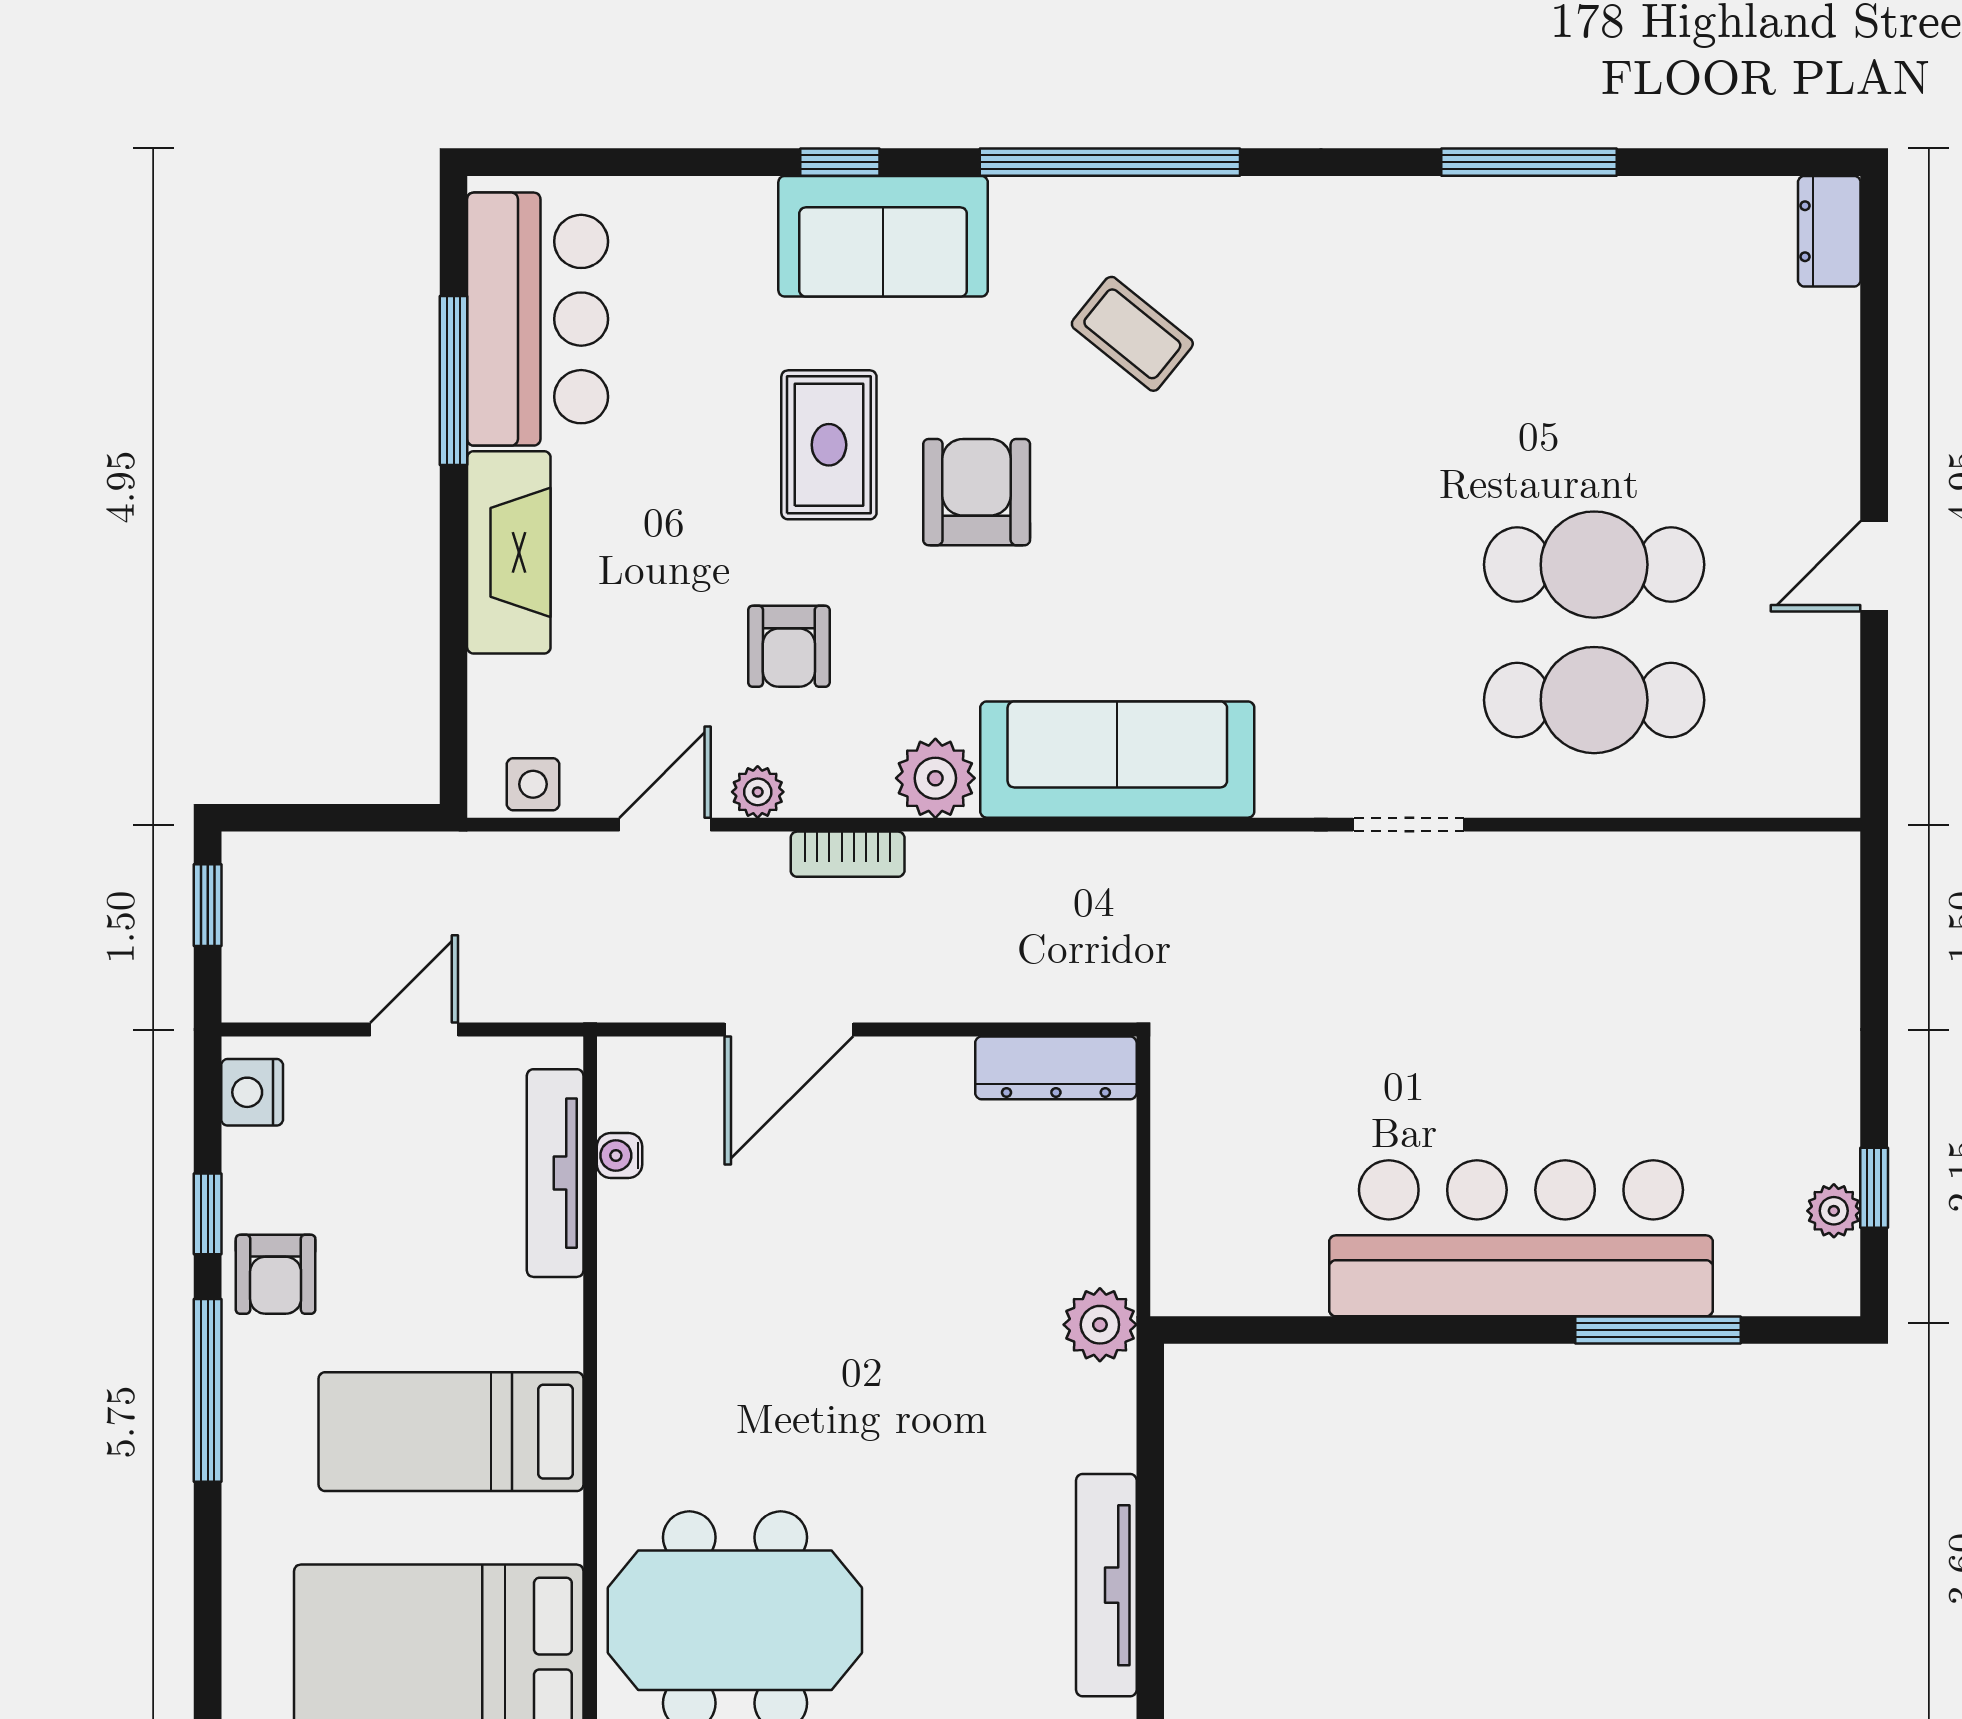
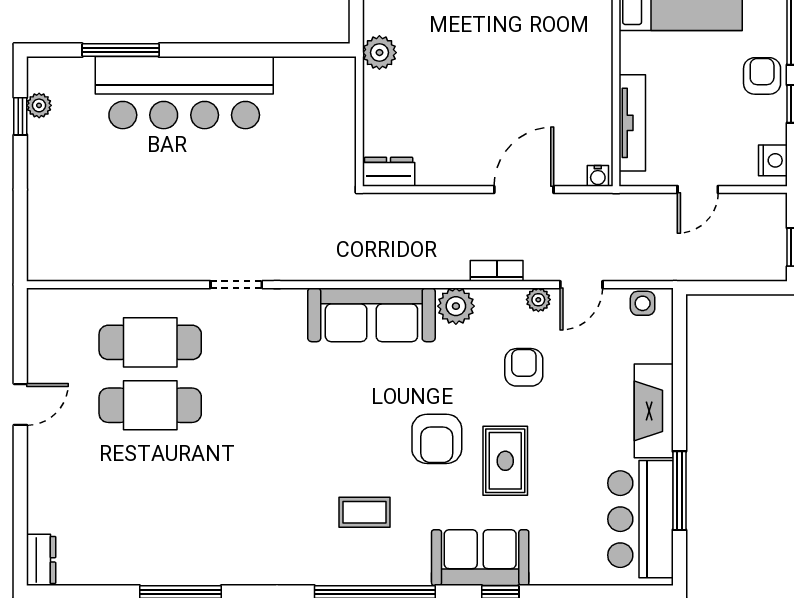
coffee table: (1132, 334) -> (365, 512), turned -39
dresser: (1056, 1068) -> (389, 172), width x0.70
water cooler: (619, 1155) -> (598, 176), moved, turned 90

